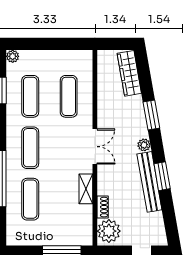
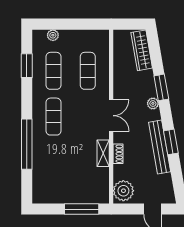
plant: (13, 56) -> (53, 35), moved
plant: (144, 145) -> (153, 103), moved
exercise mat: (30, 199) -> (54, 162), removed
shoe rack: (103, 207) -> (118, 154), moved

